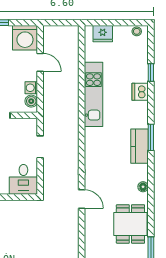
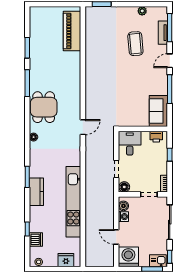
dishwasher: (140, 92) -> (36, 239), moved
kitchen unit: (93, 94) -> (73, 202), width x1.36
floor lamp: (30, 125) -> (124, 187), added
kitchen counter: (139, 146) -> (36, 192), moved
door: (82, 199) -> (83, 127), swing flipped

